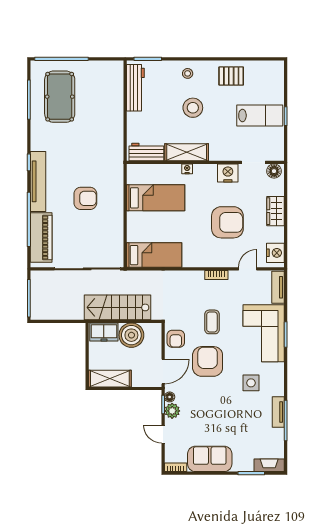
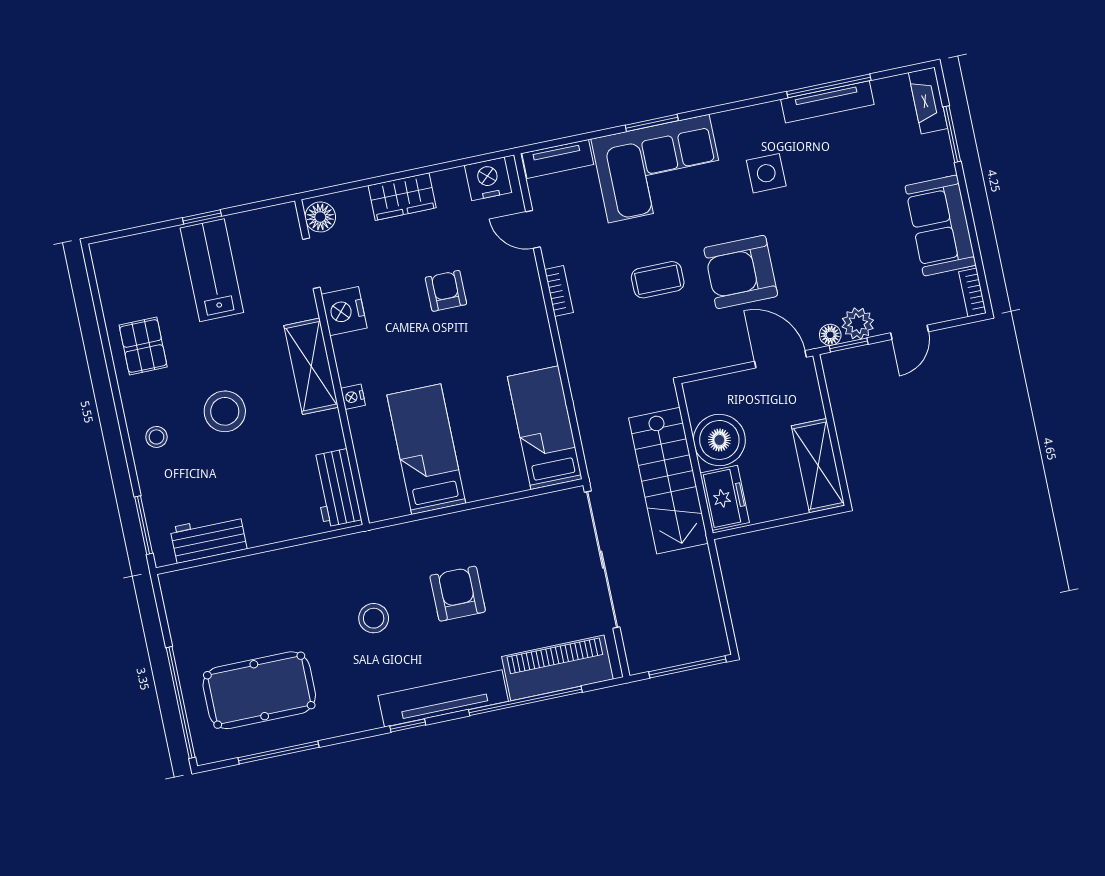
workbench: (135, 88) -> (208, 538), width x0.73
shelving: (187, 152) -> (311, 366), moved
stool: (82, 157) -> (374, 618), added
armchair: (227, 222) -> (446, 291), width x0.53, depth x0.53
armchair: (176, 339) -> (708, 347), removed
tv unit: (278, 412) -> (827, 102), width x1.41

